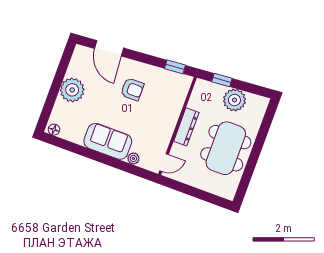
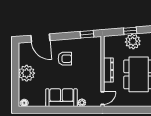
window: (222, 80) -> (130, 31), moved

